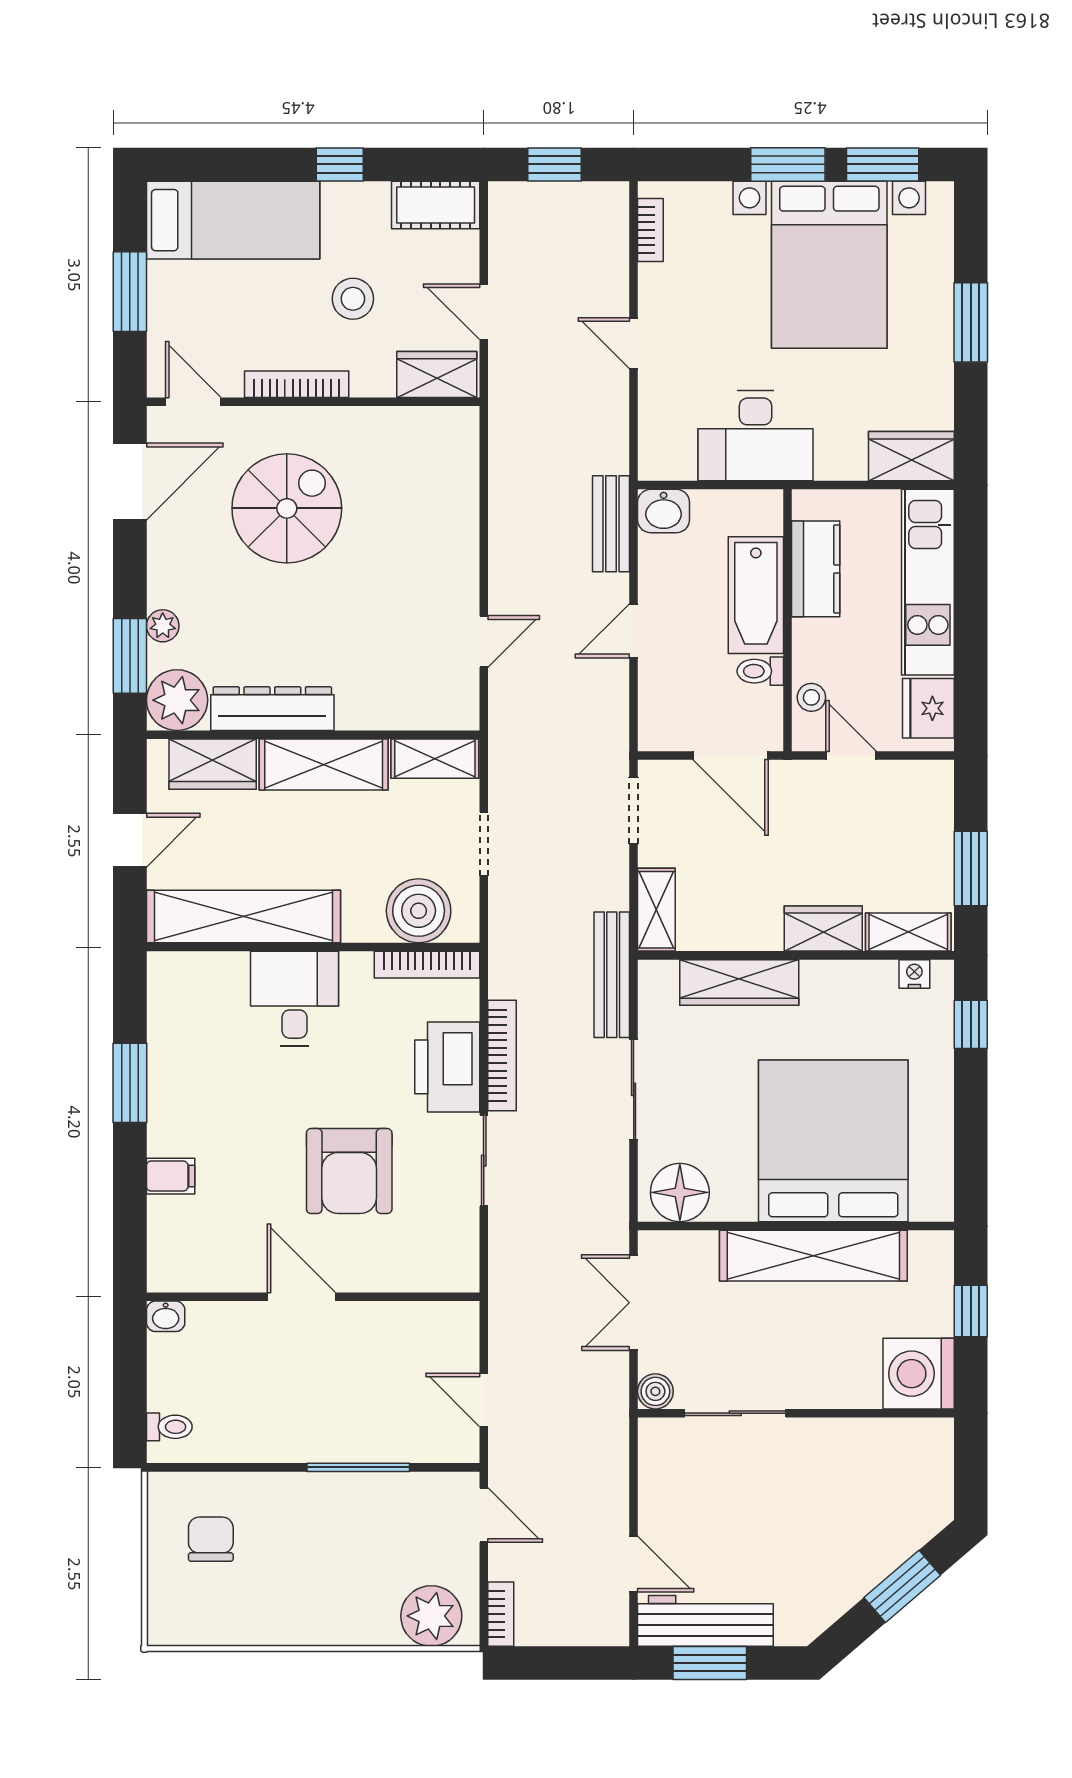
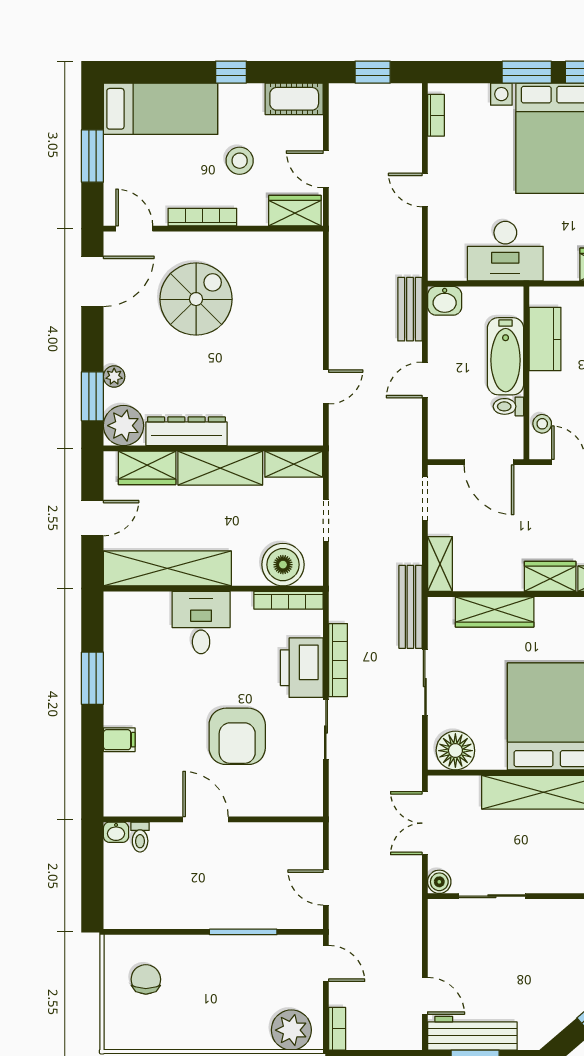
toilet: (169, 1427) -> (140, 837), moved, turned 90

